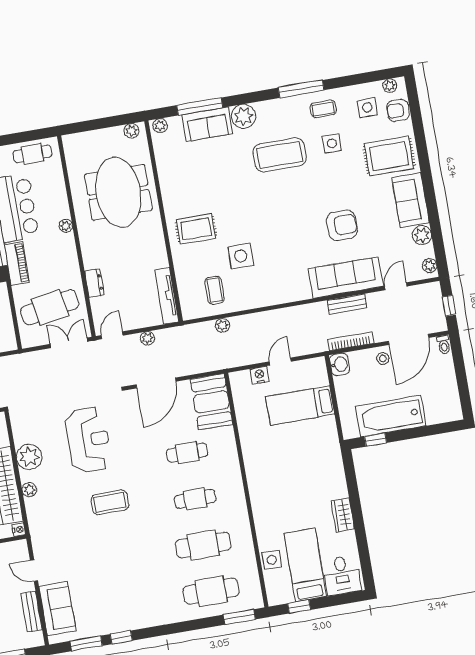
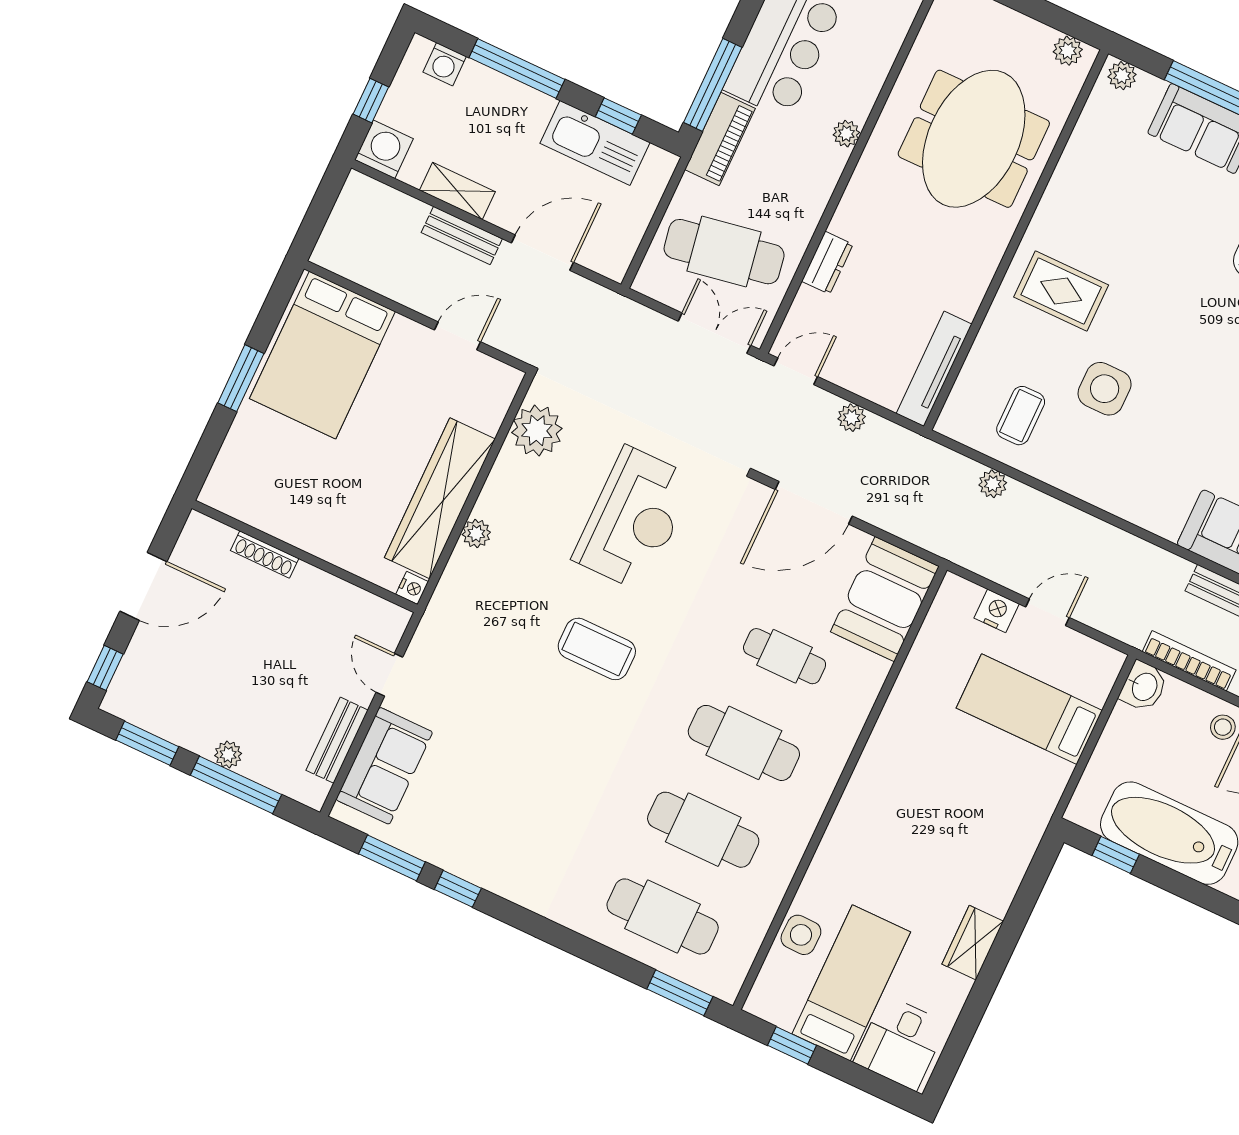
plant: (29, 457) -> (537, 431), moved
cafe table: (195, 499) -> (744, 743), width x1.37, depth x1.35

